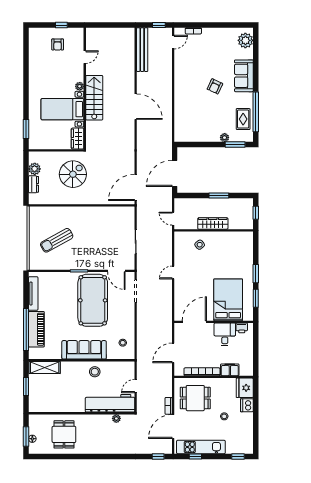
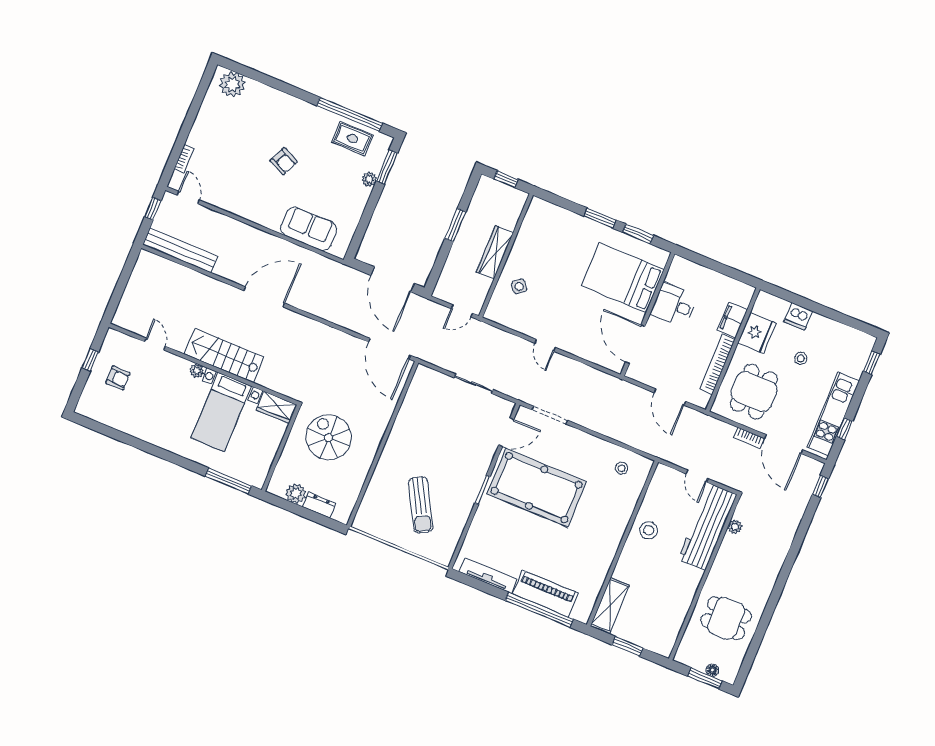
sofa: (244, 76) -> (309, 229), moved, turned 180
window: (26, 129) -> (228, 481), width x1.44
printer: (242, 328) -> (675, 275), removed
sofa: (84, 350) -> (608, 533), removed
fridge: (245, 388) -> (757, 333), moved, turned -90

